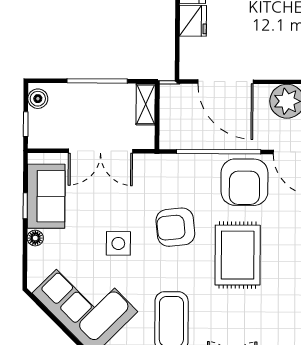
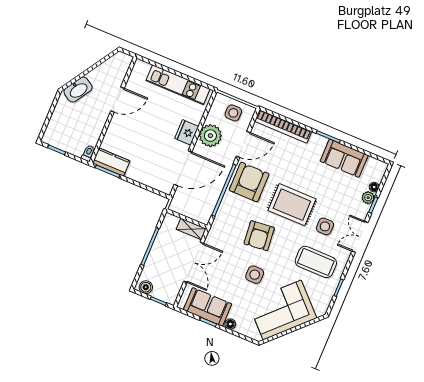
fridge: (193, 21) -> (187, 132), moved, turned -90
shelving: (146, 104) -> (191, 229), moved
armchair: (244, 182) -> (249, 182), turned -90
side table: (226, 314) -> (325, 226), added

